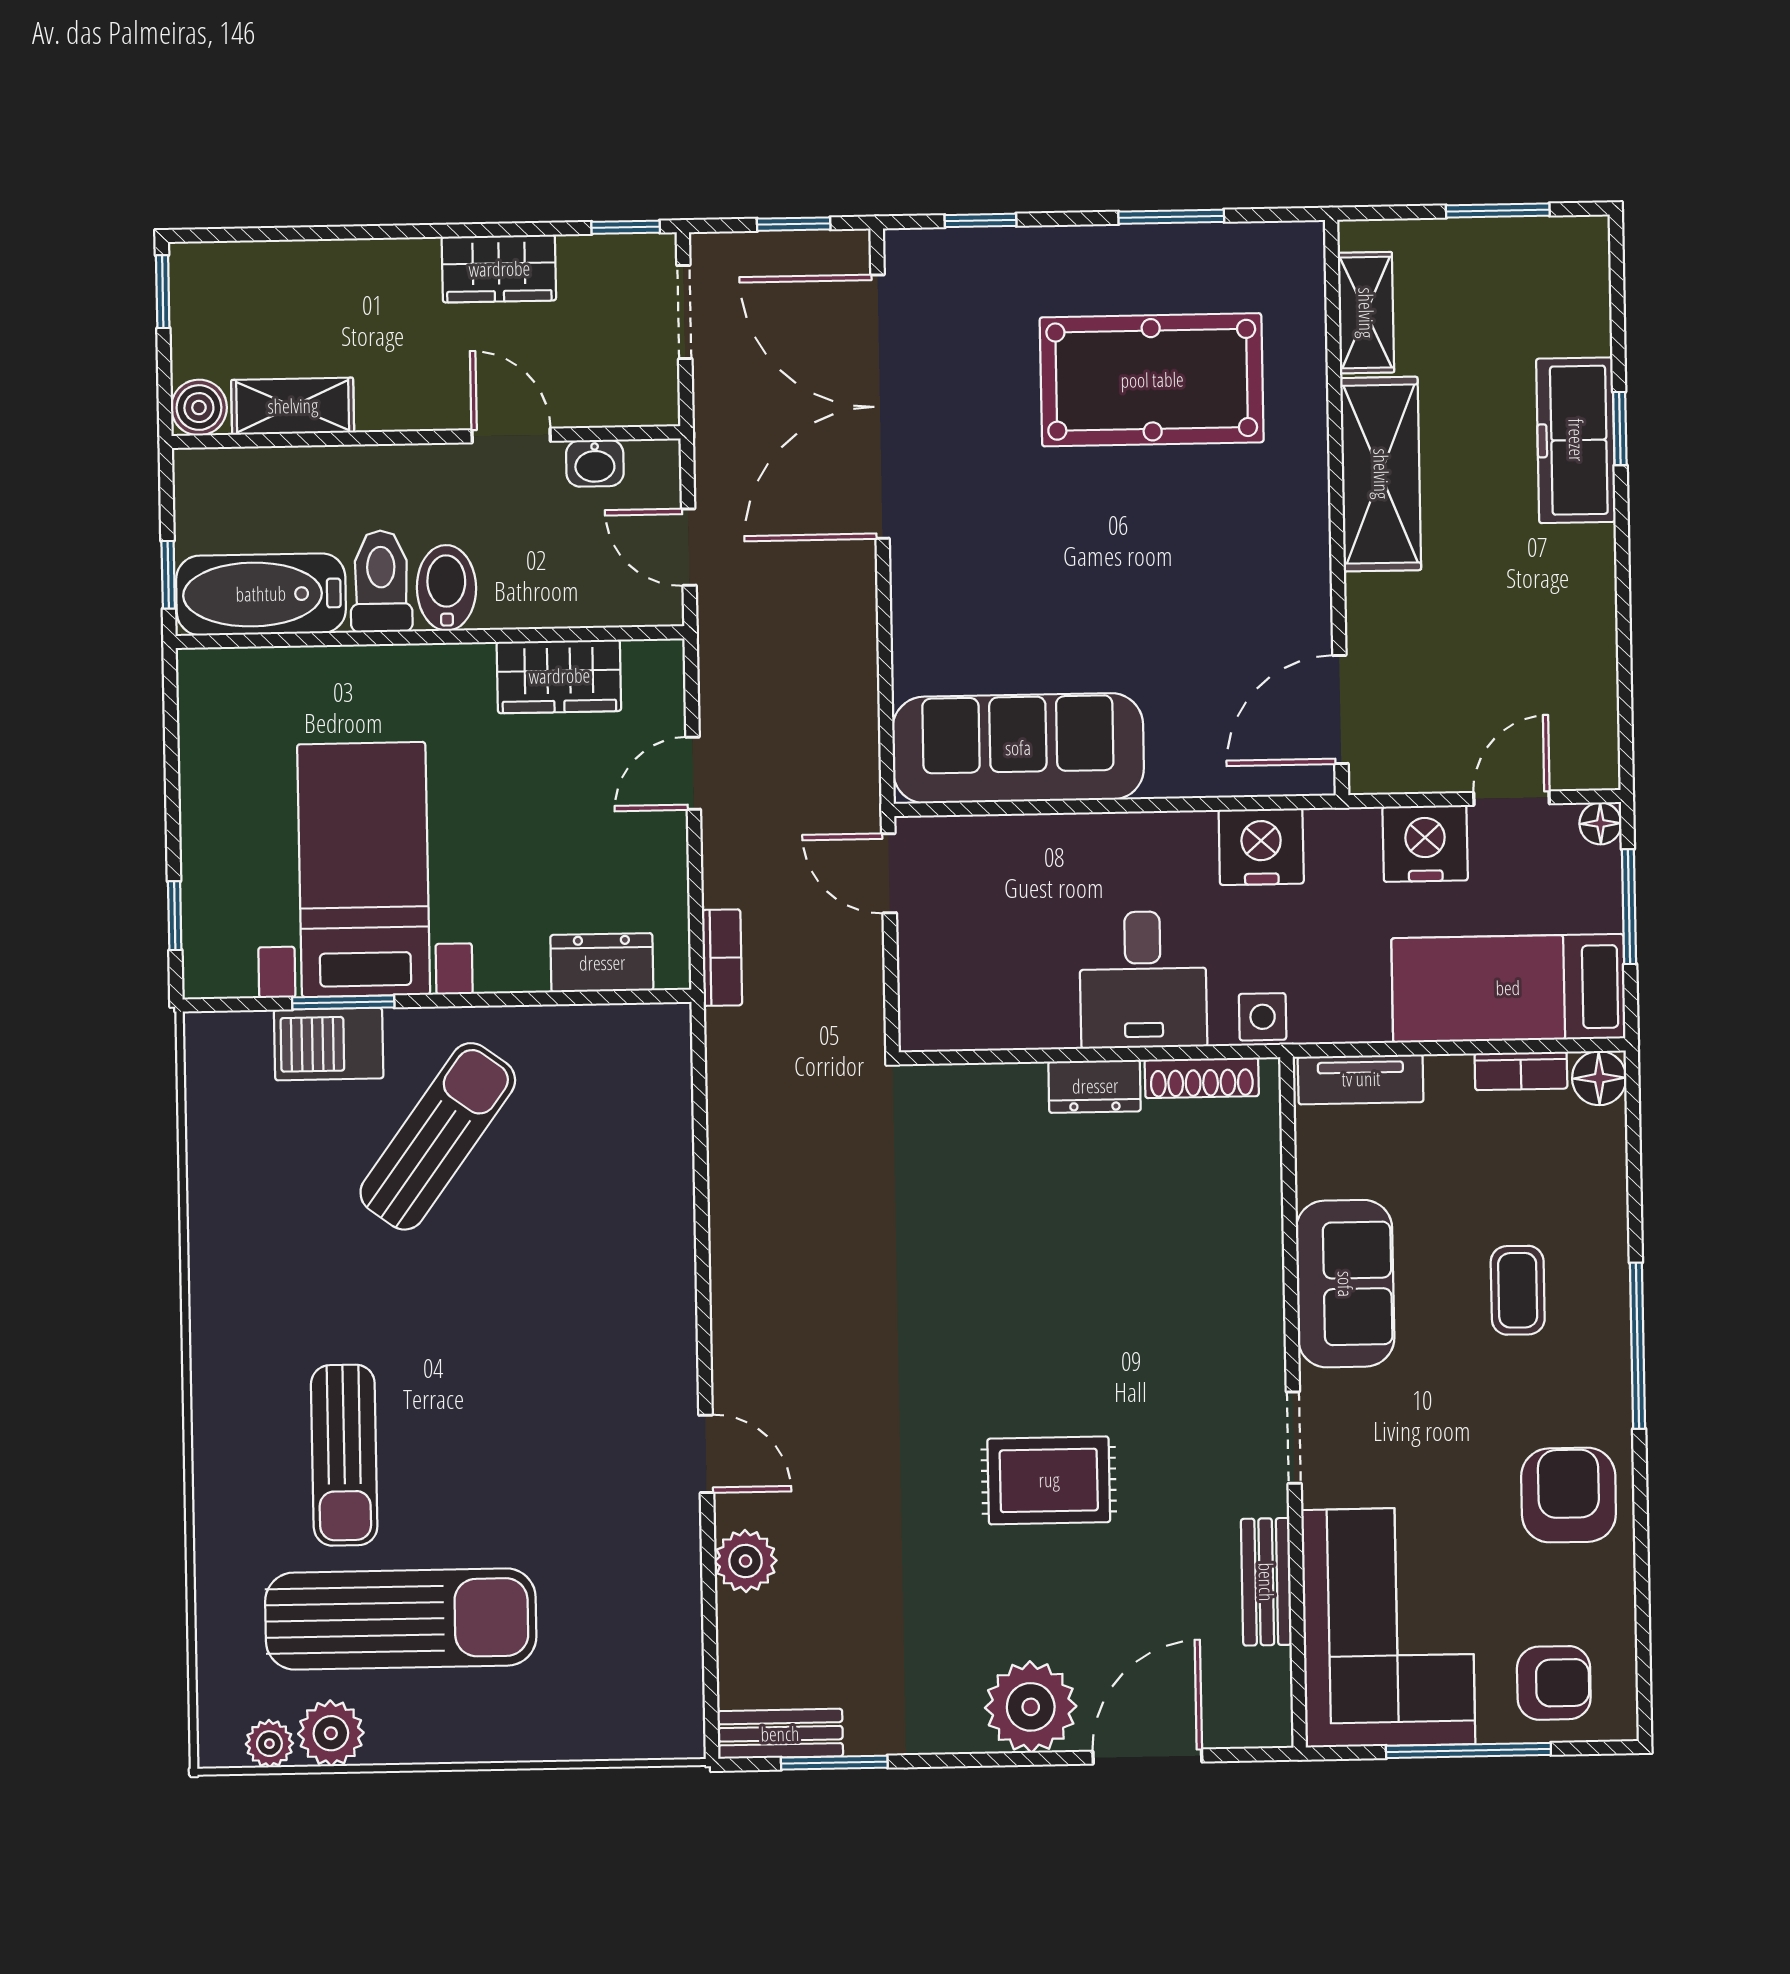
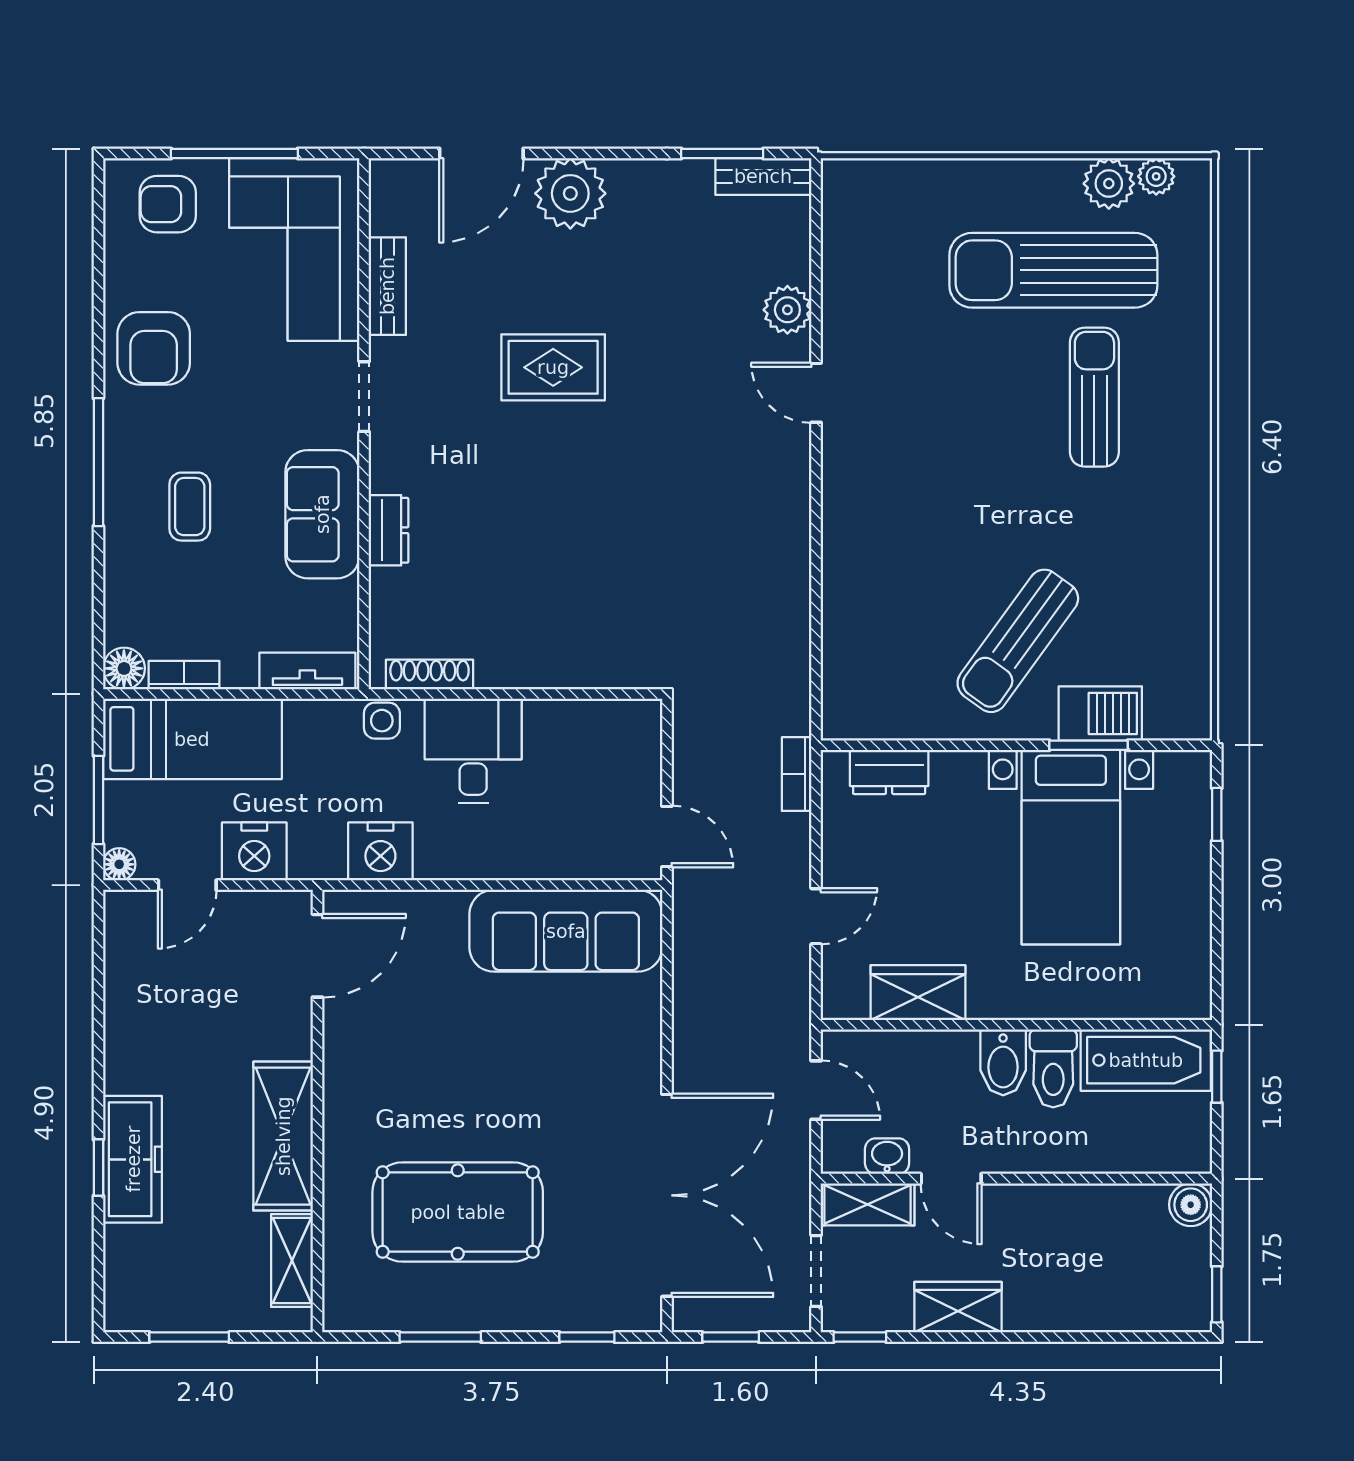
shelving: (293, 406) -> (868, 1204), moved
dresser: (1095, 1086) -> (388, 530), moved, turned 90

